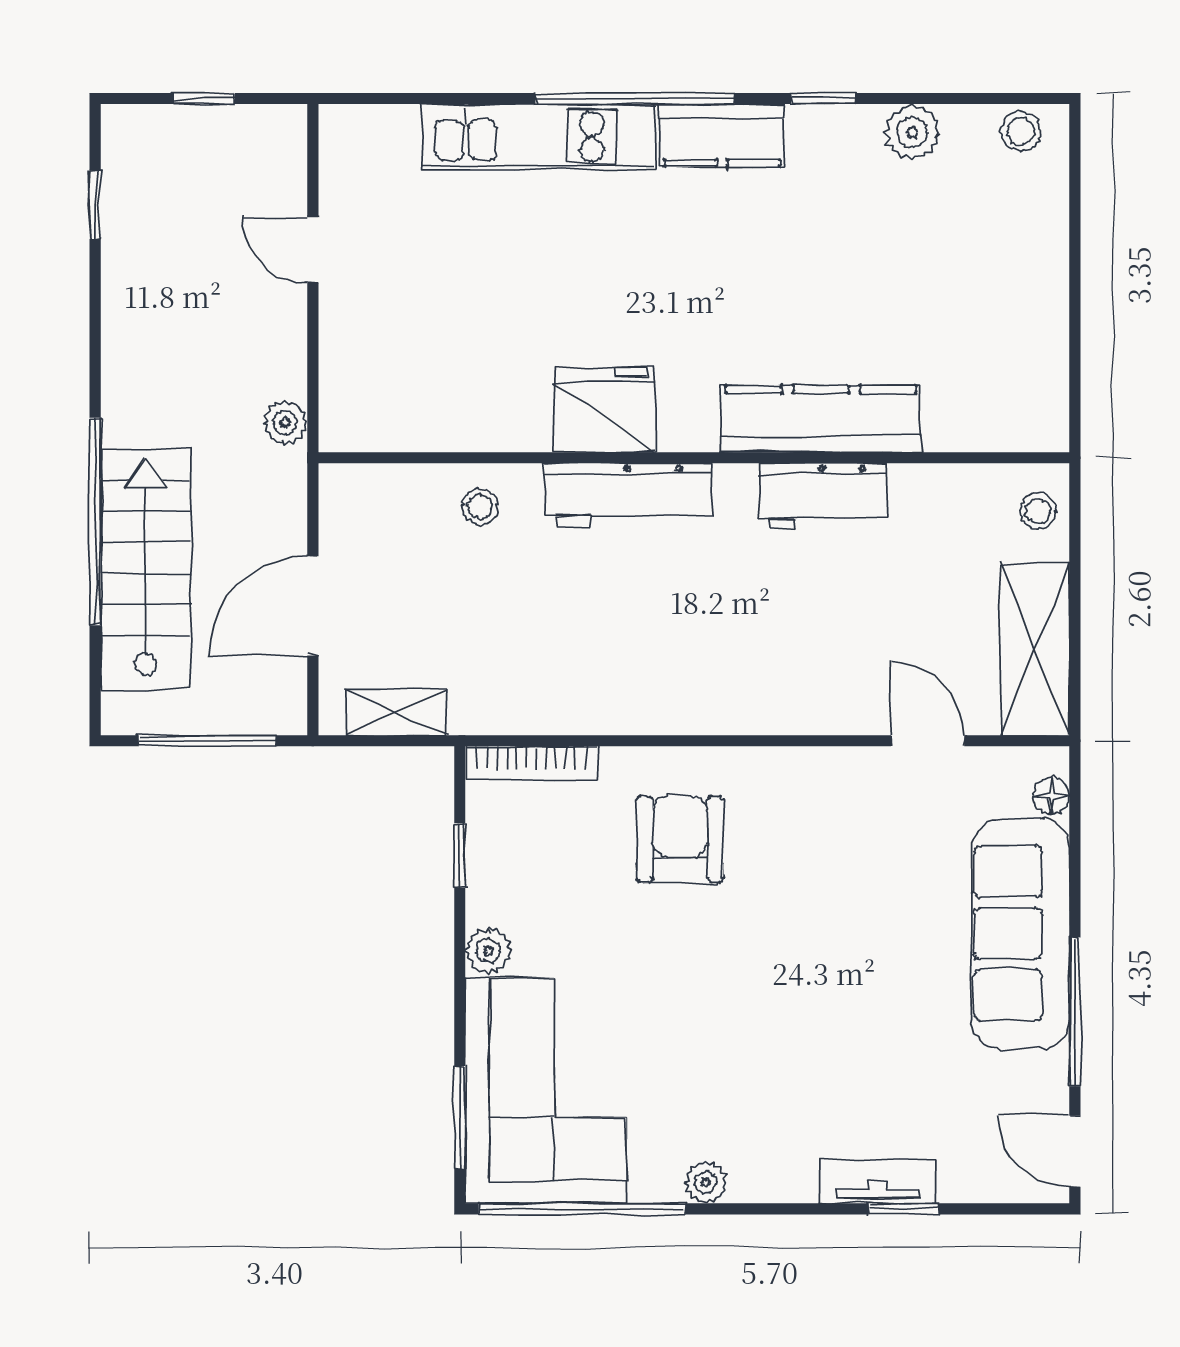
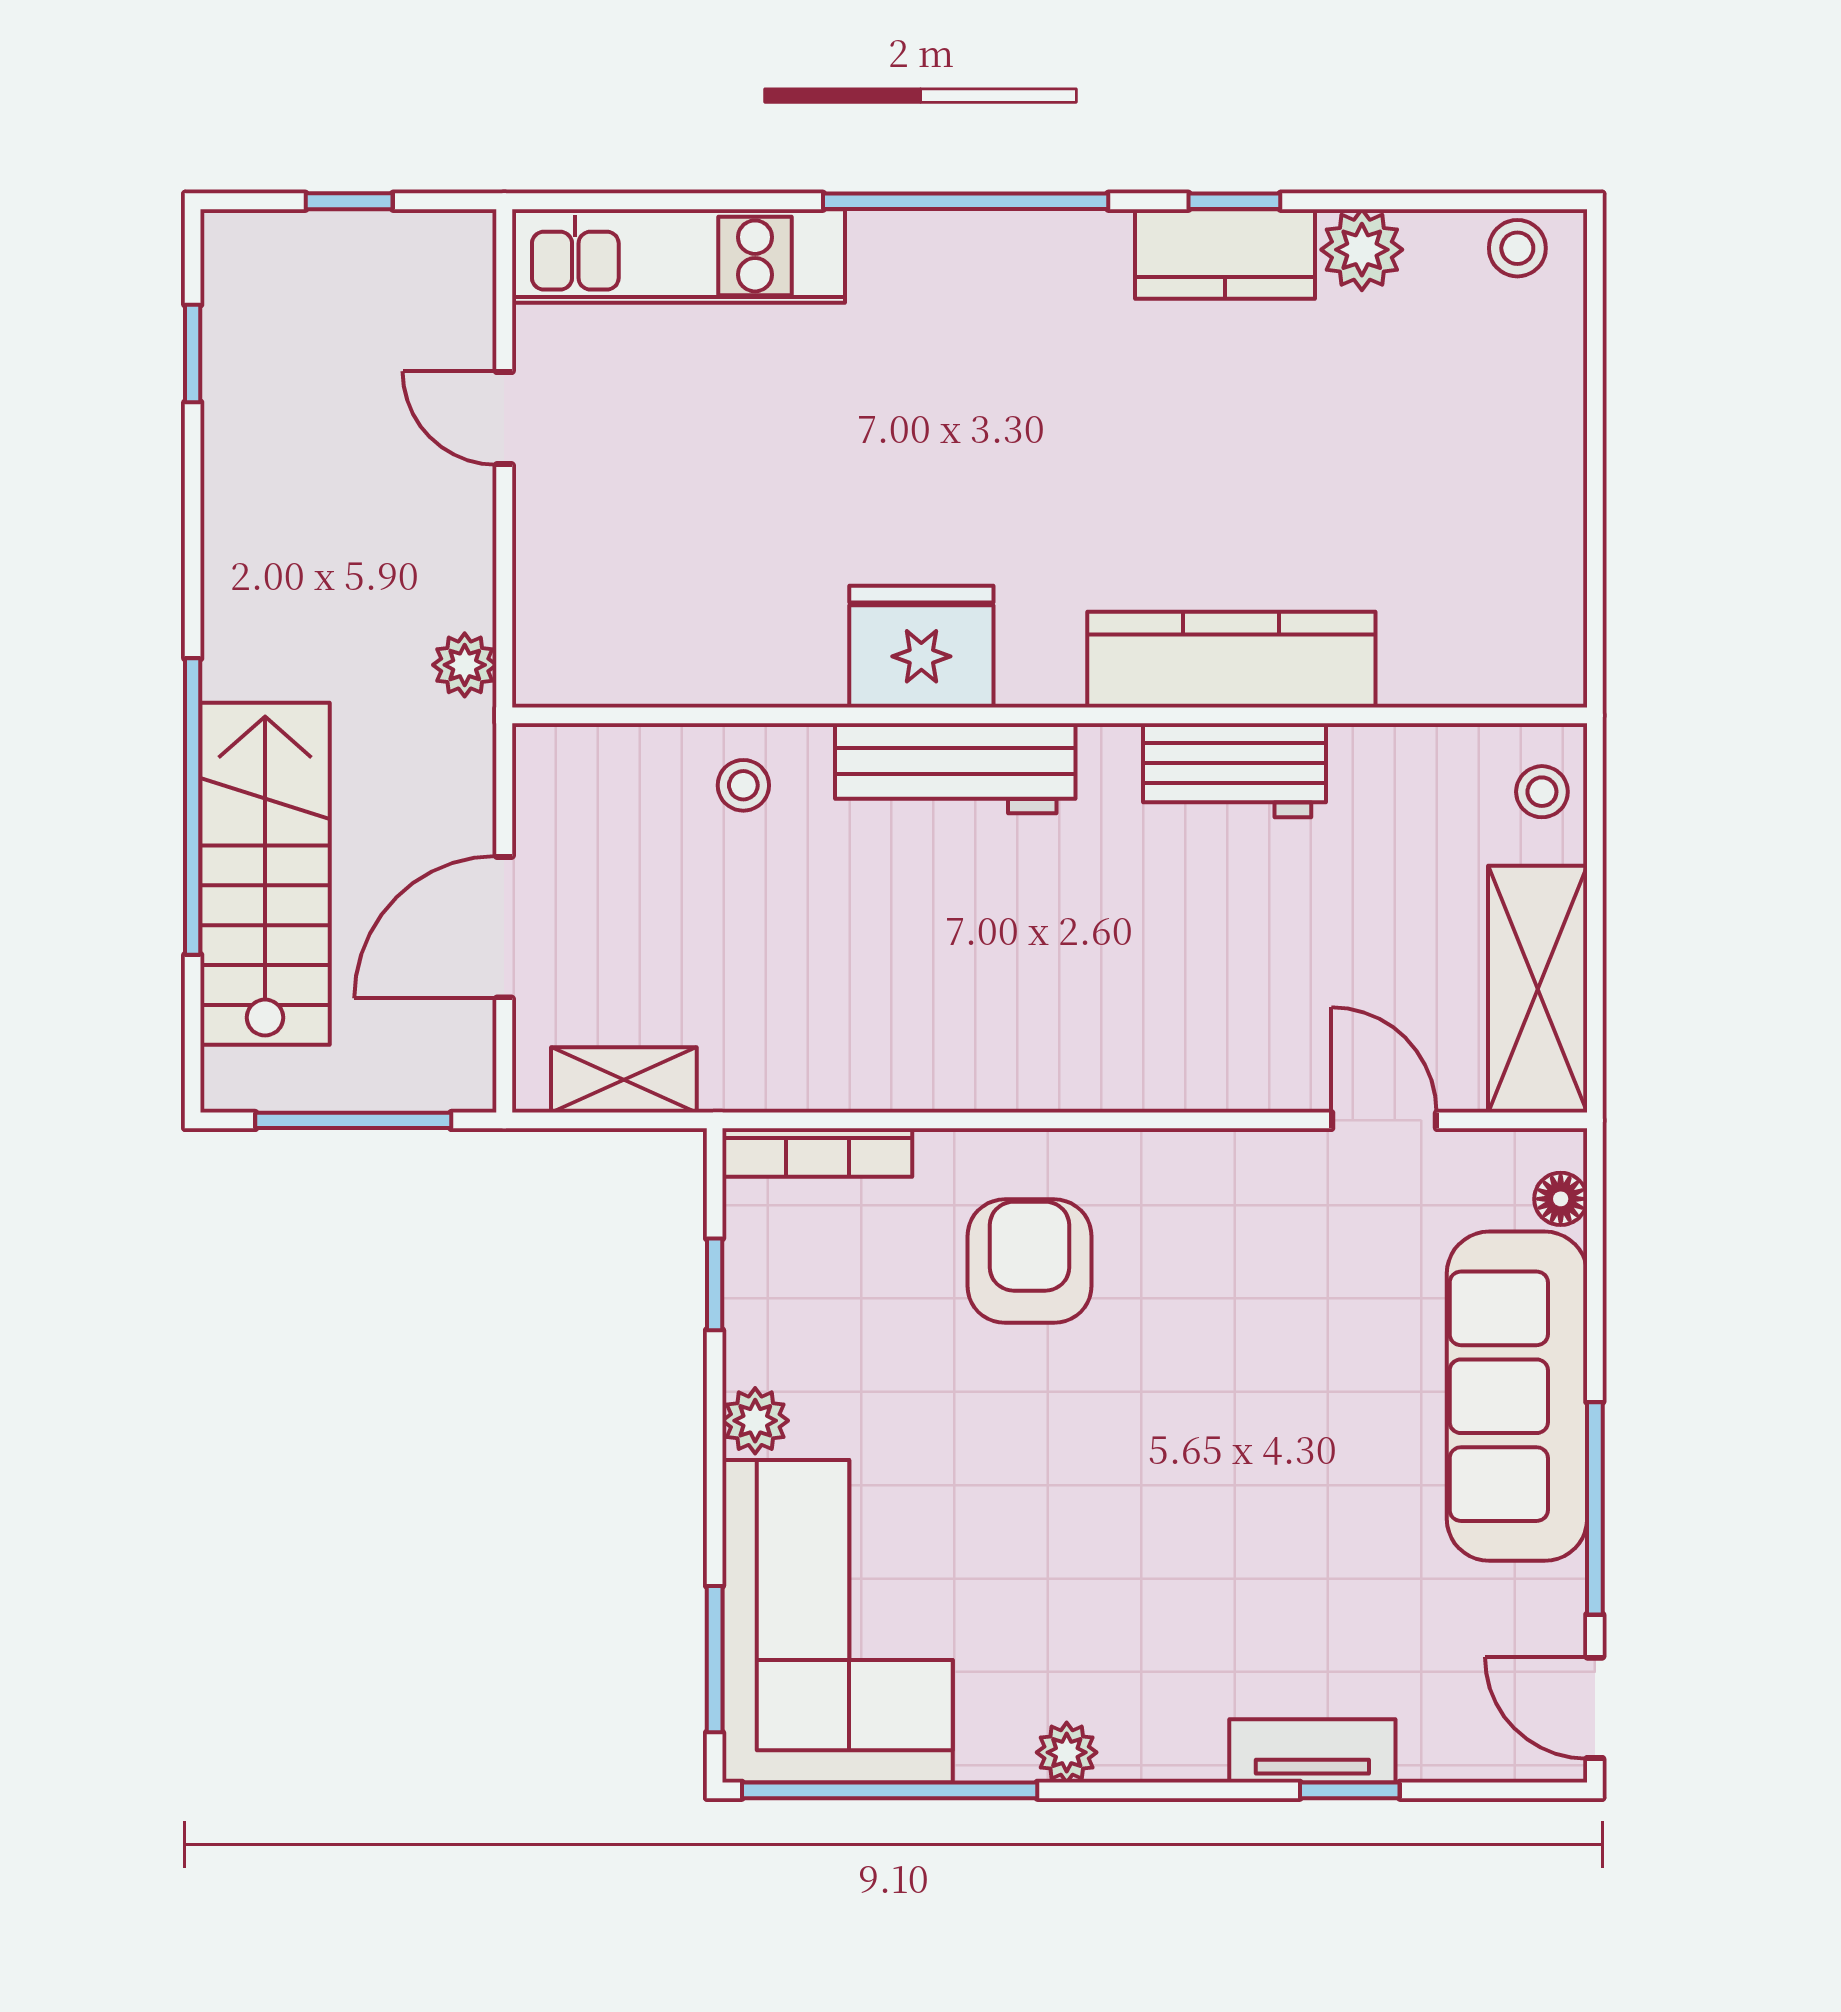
kitchen counter: (722, 135) -> (1225, 254), moved
kitchen unit: (538, 137) -> (678, 256), moved

